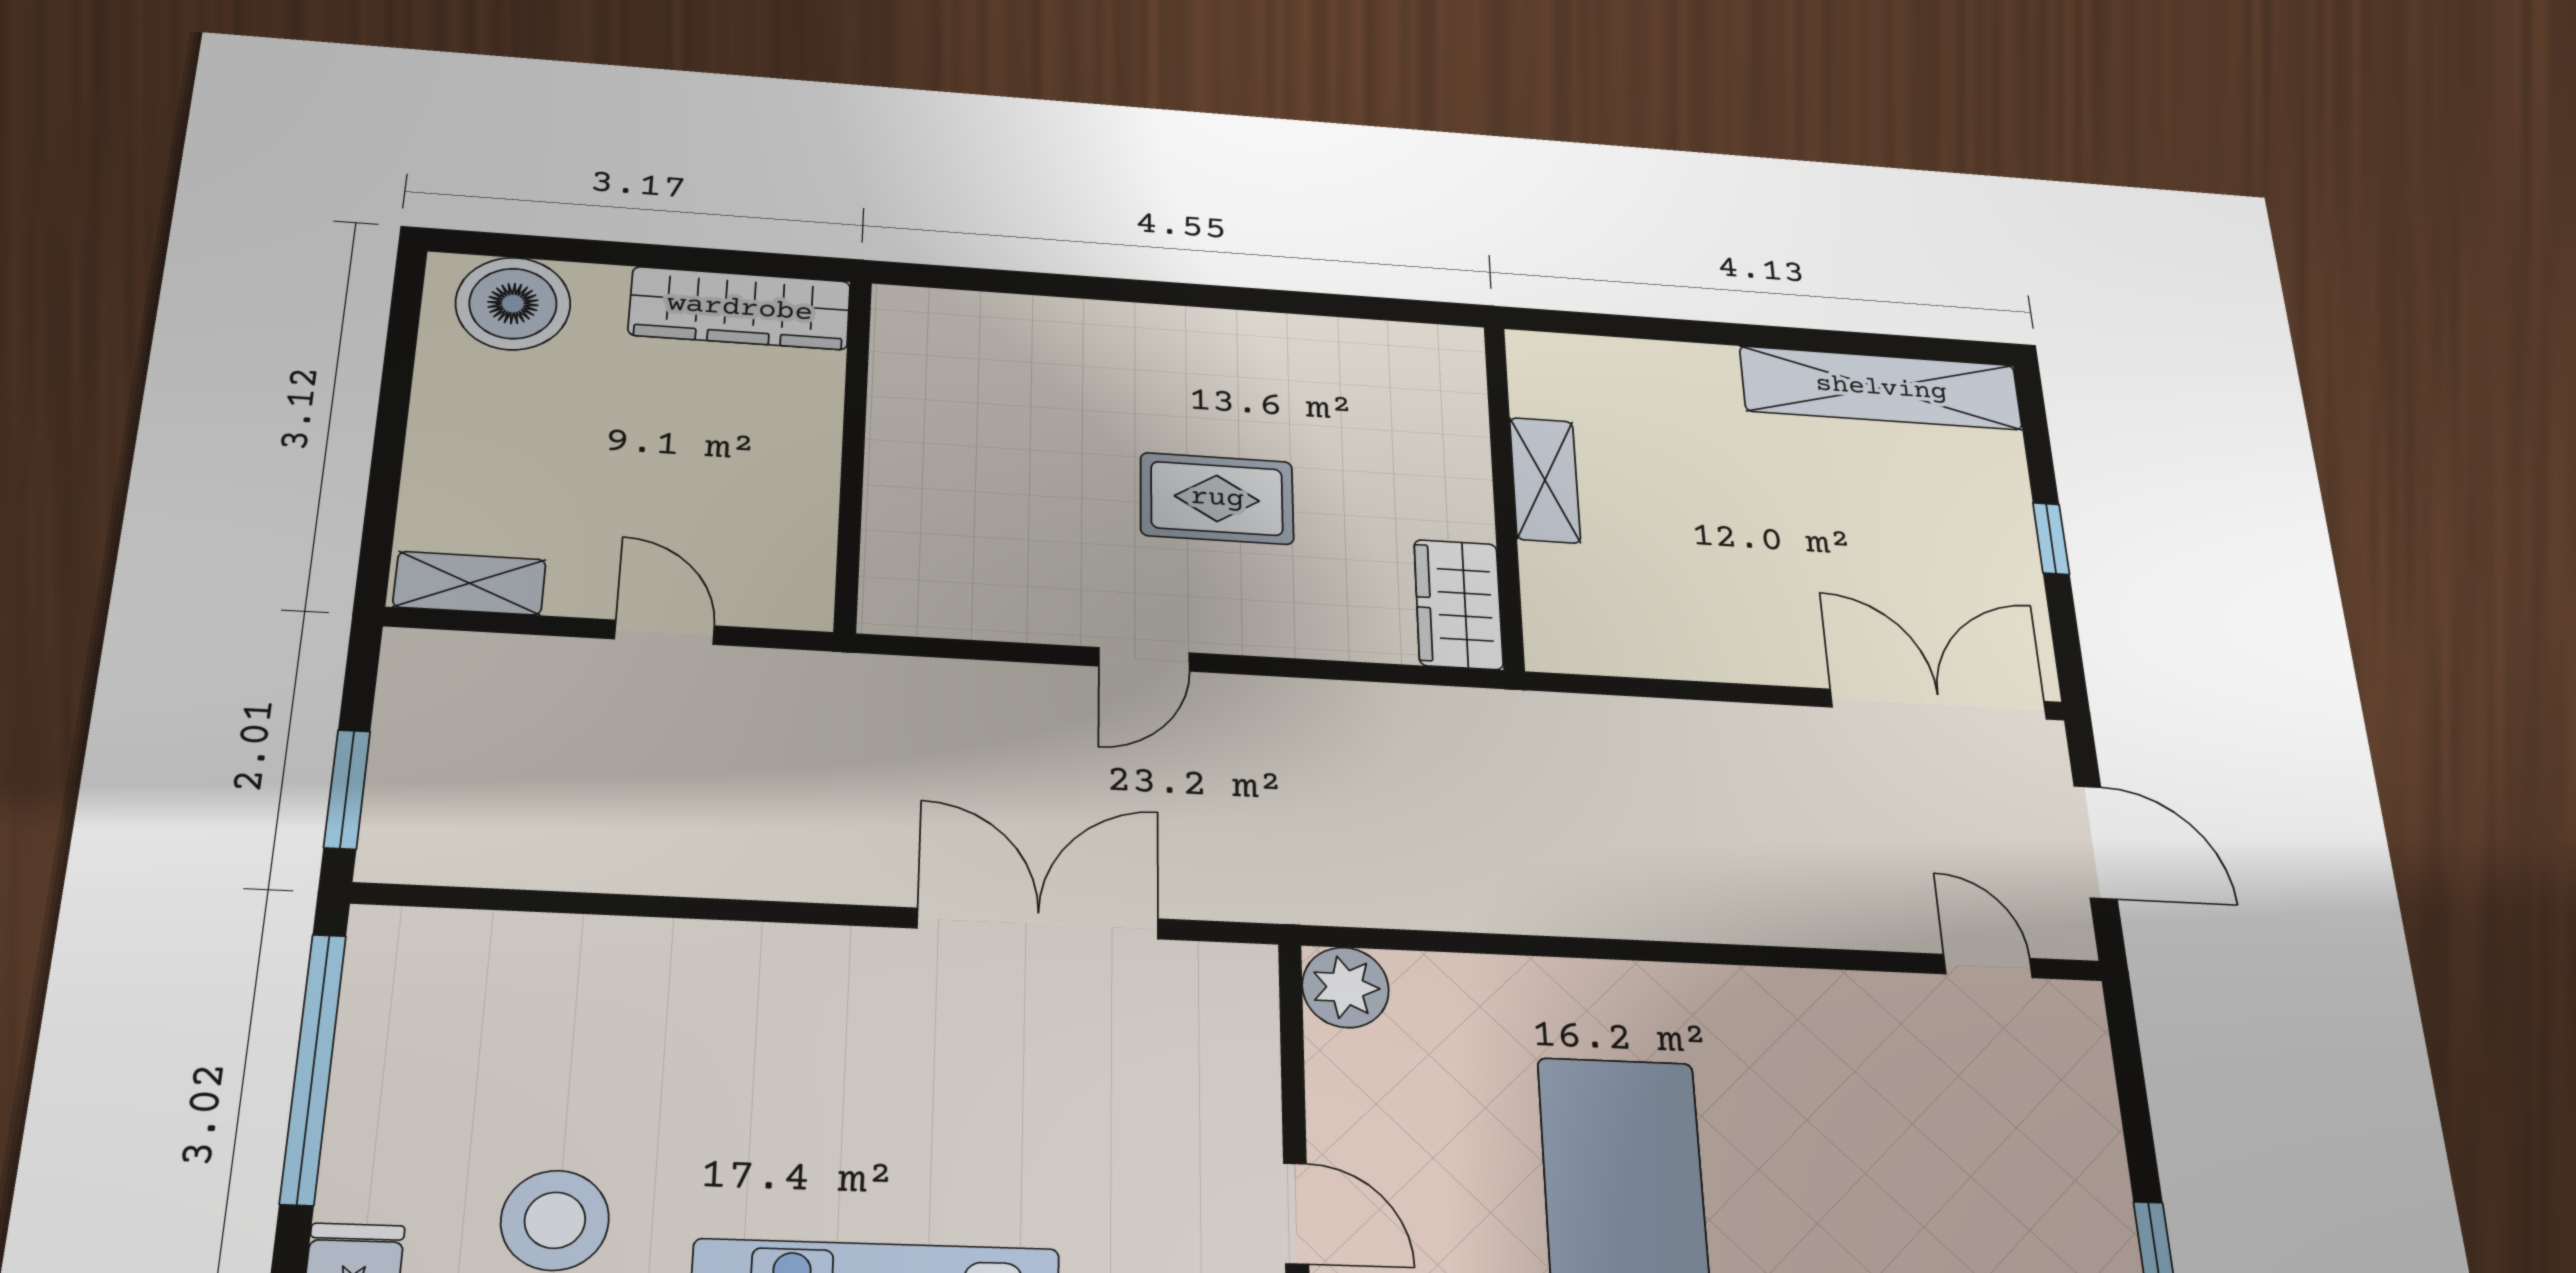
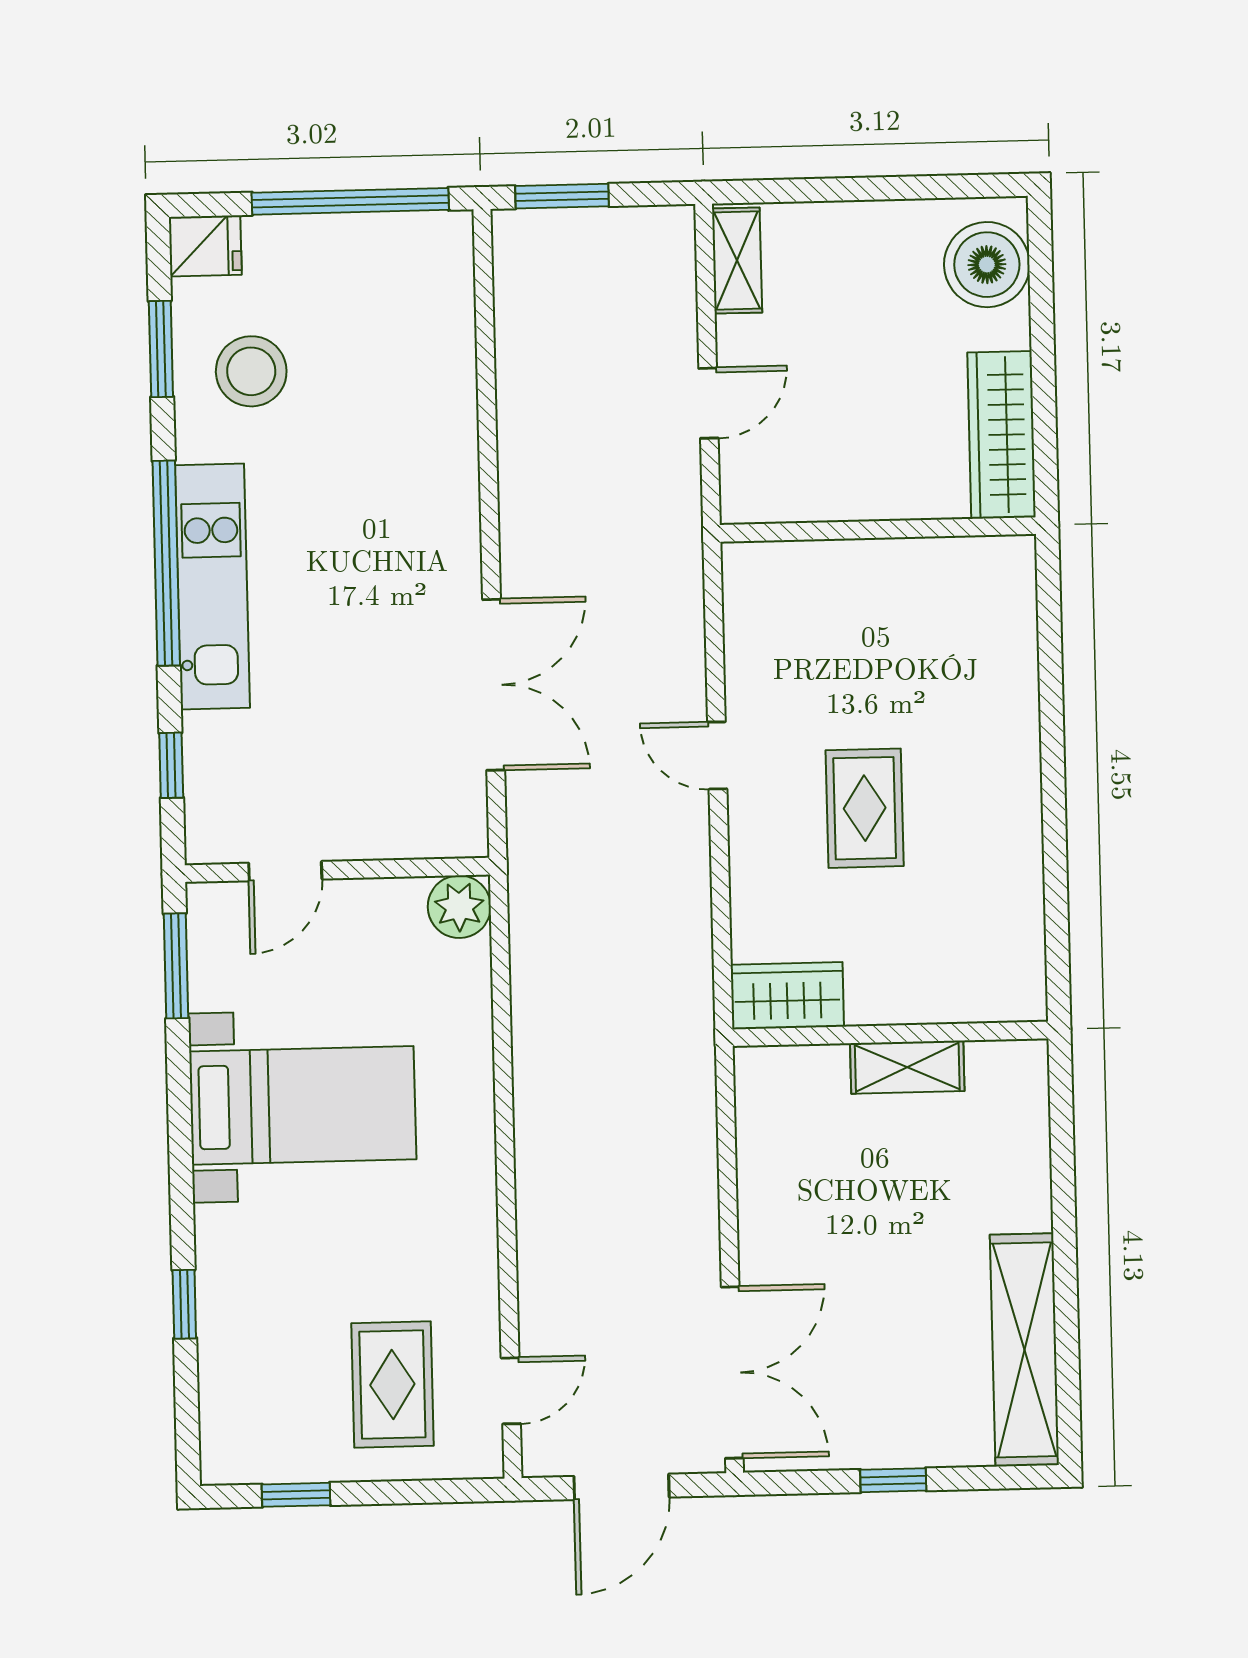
rug: (1995, 1113) -> (392, 1384), added

